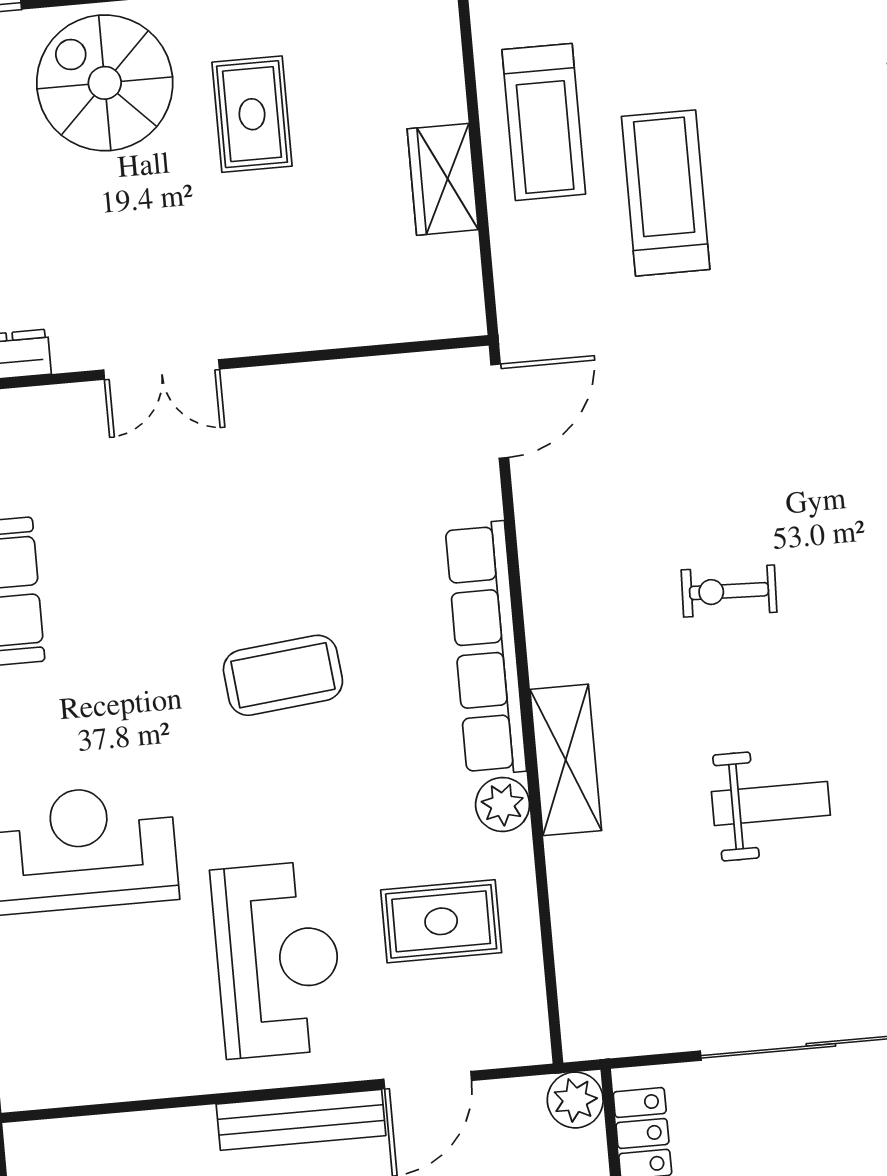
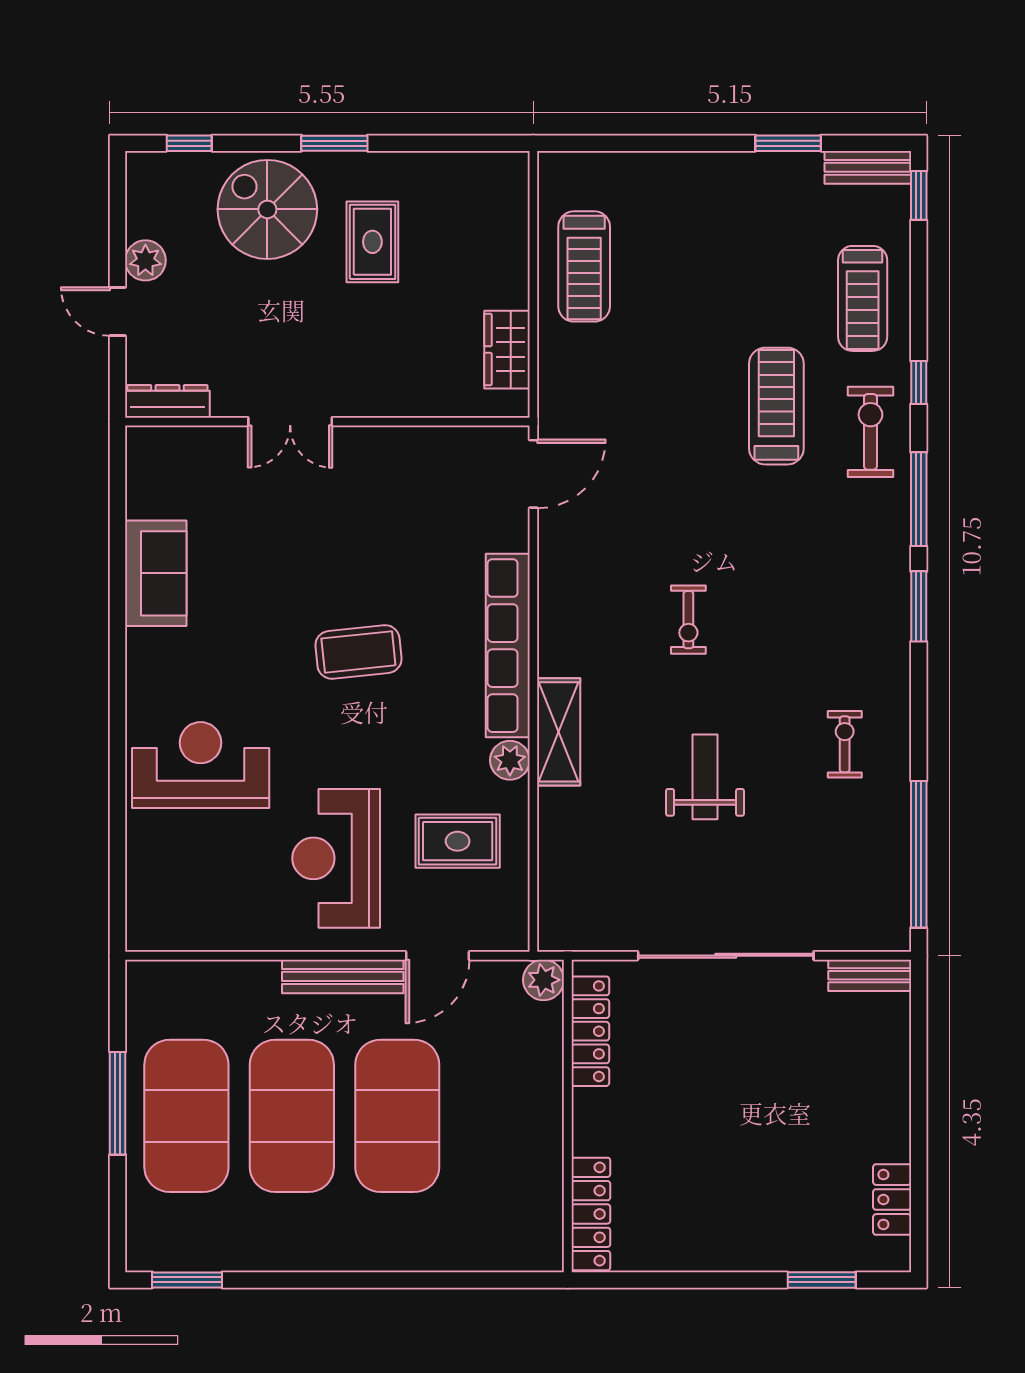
wardrobe: (443, 179) -> (507, 350), moved
treadmill: (666, 193) -> (776, 406), moved
exercise bike: (729, 591) -> (688, 620), turned -92
weight bench: (771, 803) -> (705, 777), turned -90
reception desk: (278, 960) -> (336, 858), turned 180

